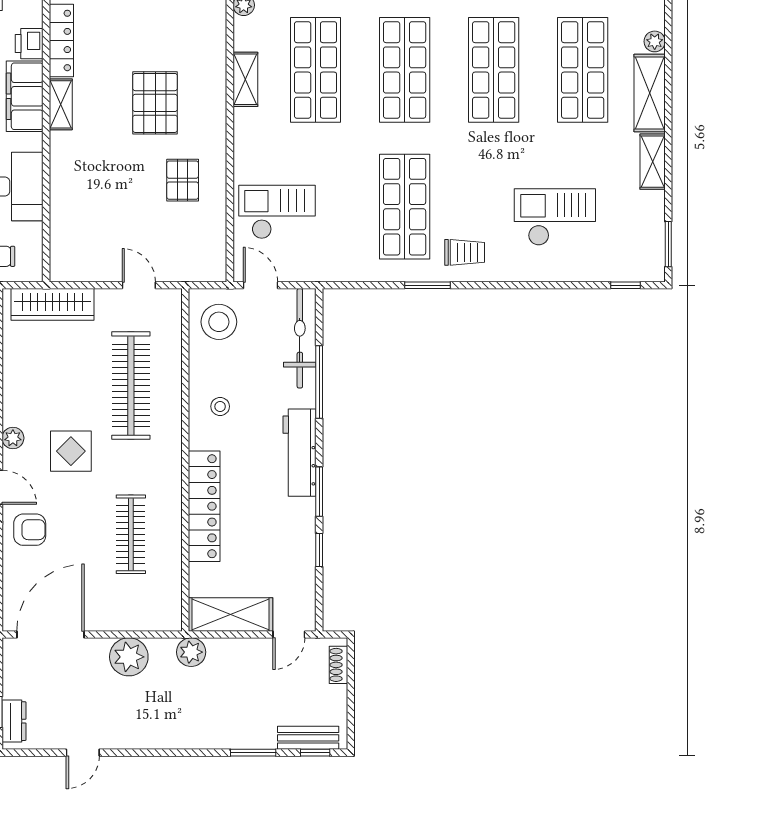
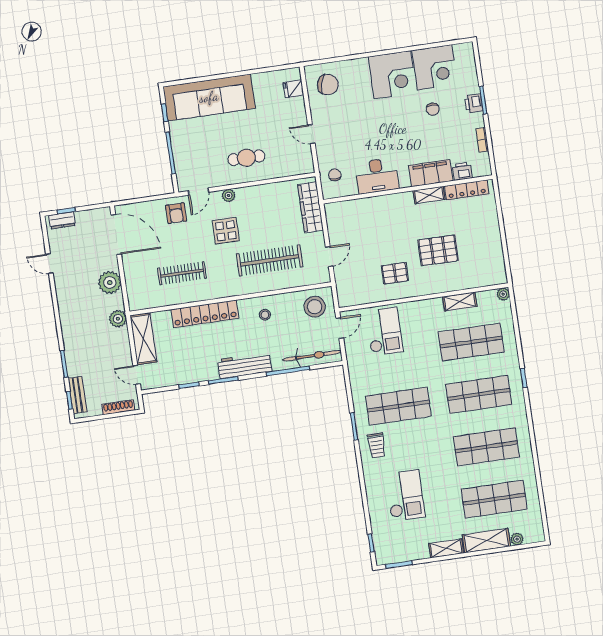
shoe rack: (338, 665) -> (118, 407), width x1.43

